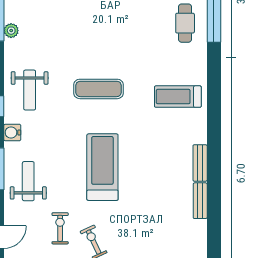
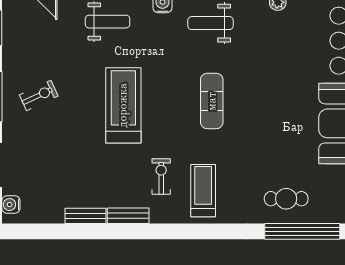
treadmill: (102, 167) -> (123, 105), turned -90
exercise bike: (60, 228) -> (161, 177), moved, turned -90

